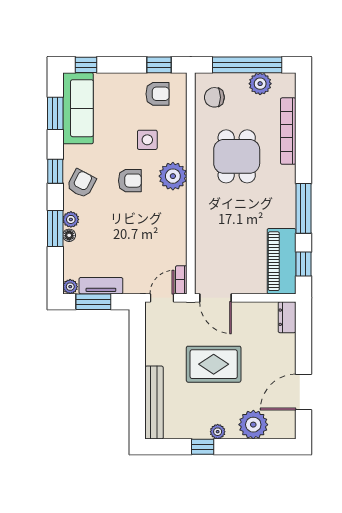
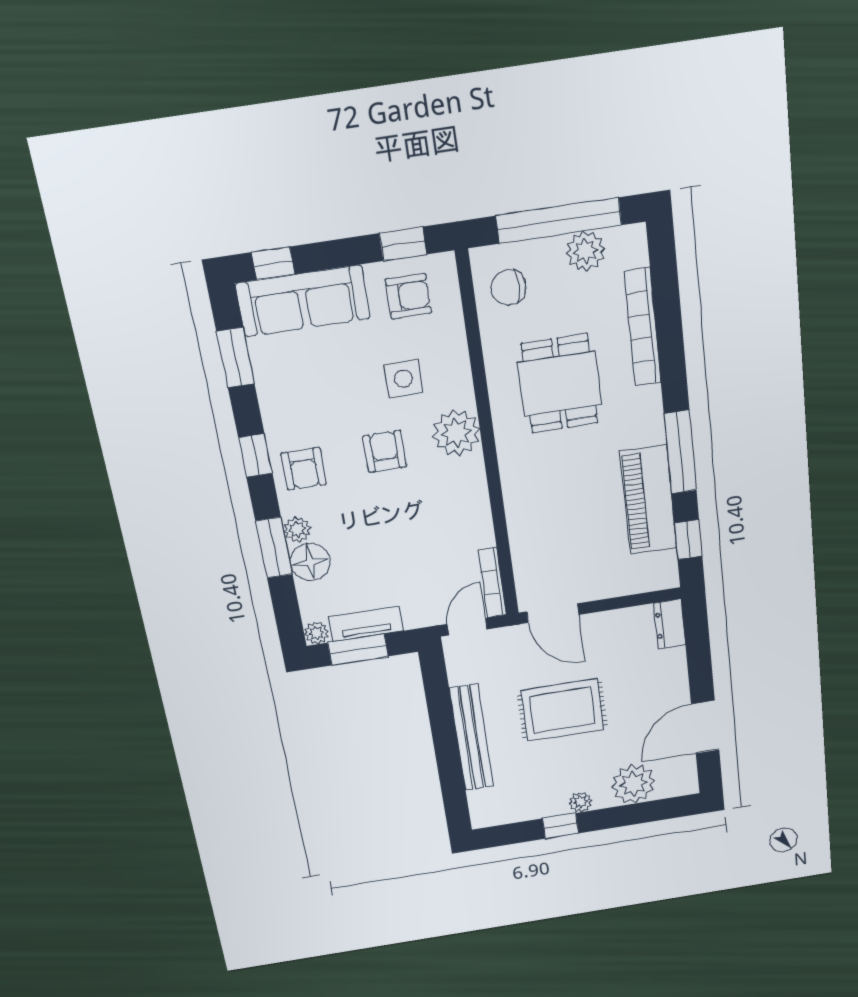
sofa: (78, 108) -> (303, 301), moved, turned 90
armchair: (130, 181) -> (385, 451), turned -90
armchair: (81, 183) -> (304, 469), turned 152
floor lamp: (69, 235) -> (310, 562), width x1.89, depth x1.89
piano: (282, 261) -> (648, 500), moved
bookcase: (181, 280) -> (492, 583), width x1.56
bench: (154, 403) -> (471, 738), moved

